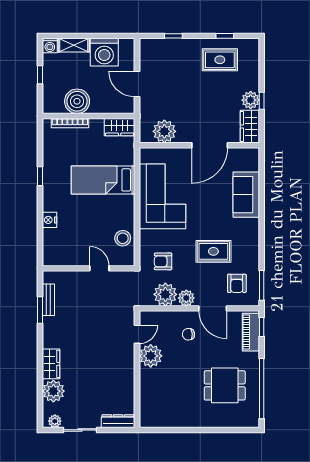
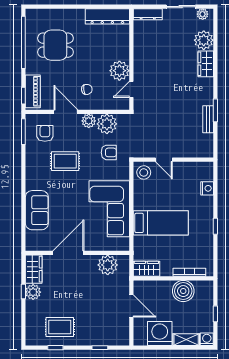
wall: (89, 268) -> (173, 160), moved
door: (99, 268) -> (164, 160), moved
dresser: (165, 419) -> (107, 16), added

